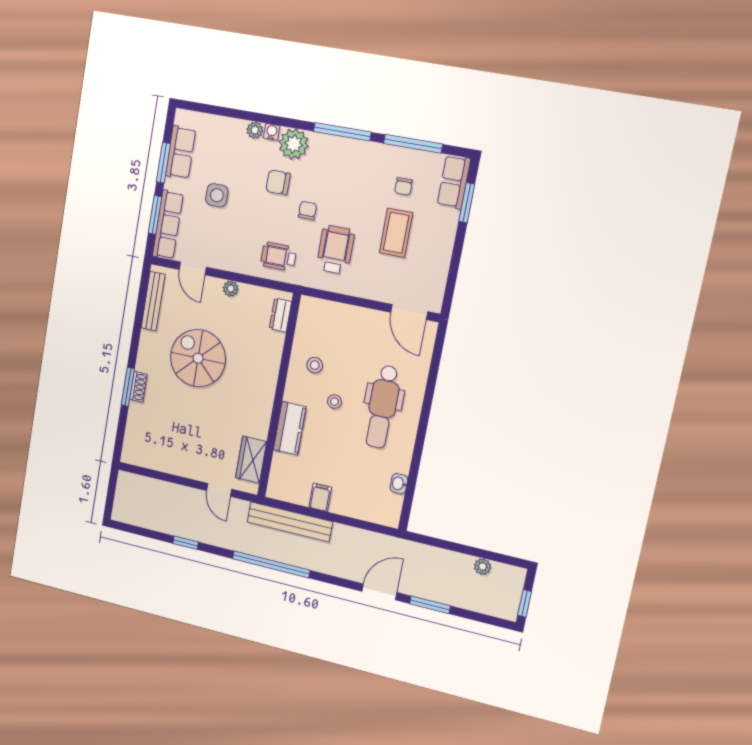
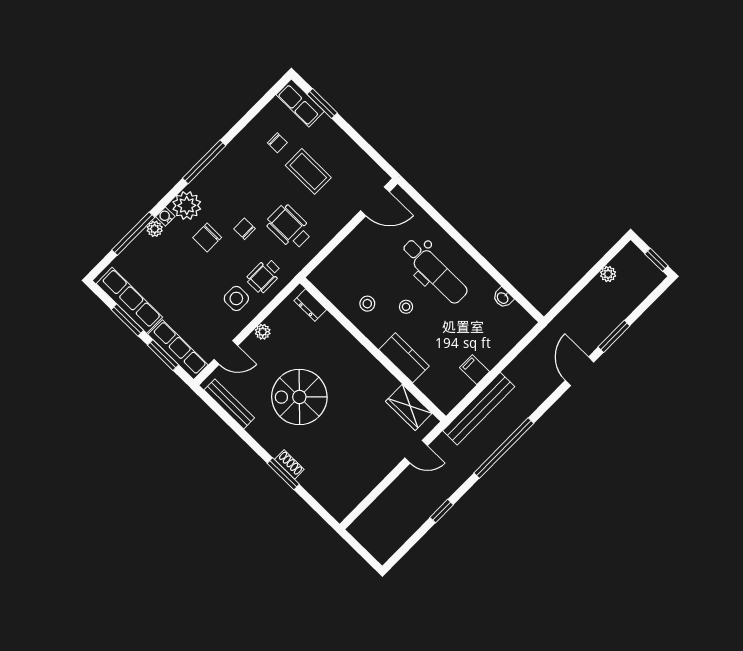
window: (413, 144) -> (133, 234), moved
row of seats: (181, 152) -> (129, 300), width x1.48
side table: (217, 195) -> (236, 298), moved

